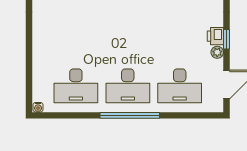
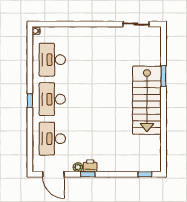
window: (130, 115) -> (30, 101), width x0.32

